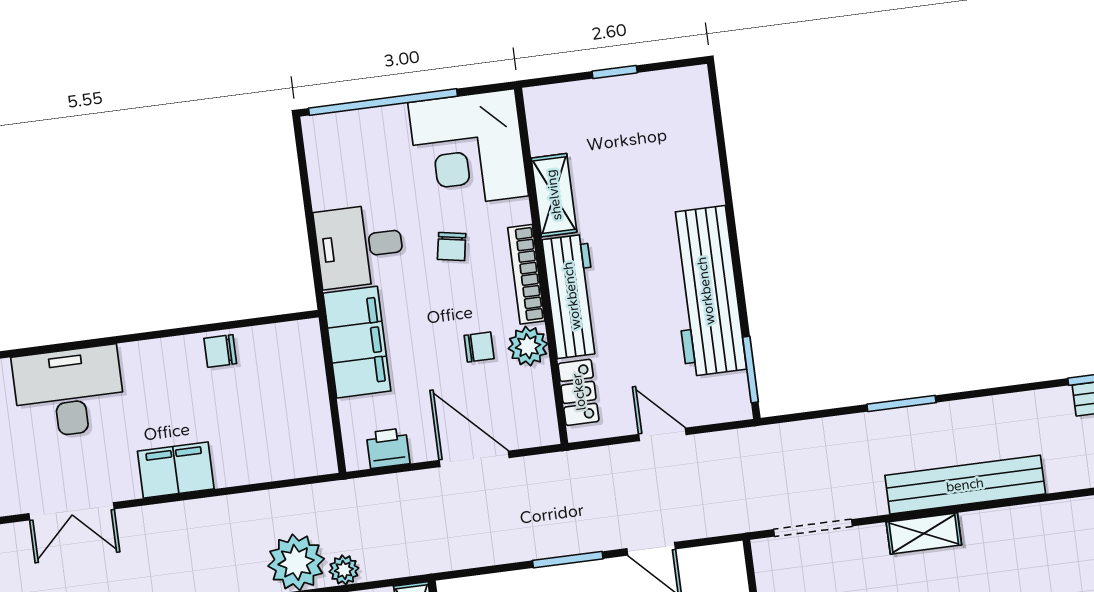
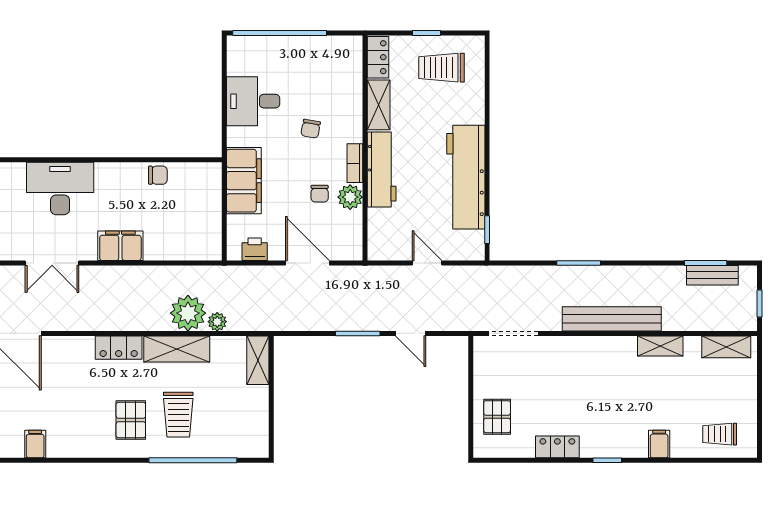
trolley: (645, 123) -> (442, 68), added
corner desk: (468, 149) -> (329, 69), removed
desk: (359, 246) -> (253, 101), moved
bookcase: (526, 274) -> (355, 163), width x0.64
chair: (479, 347) -> (320, 194), turned 90
chair: (220, 351) -> (158, 175), turned 180
window: (751, 369) -> (487, 230), width x0.67
locker: (579, 392) -> (378, 57), moved
shelving: (924, 533) -> (660, 346), moved

